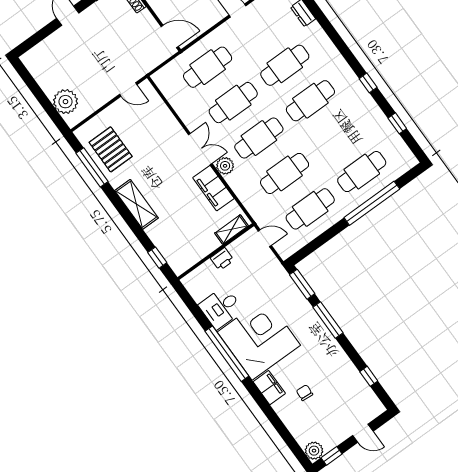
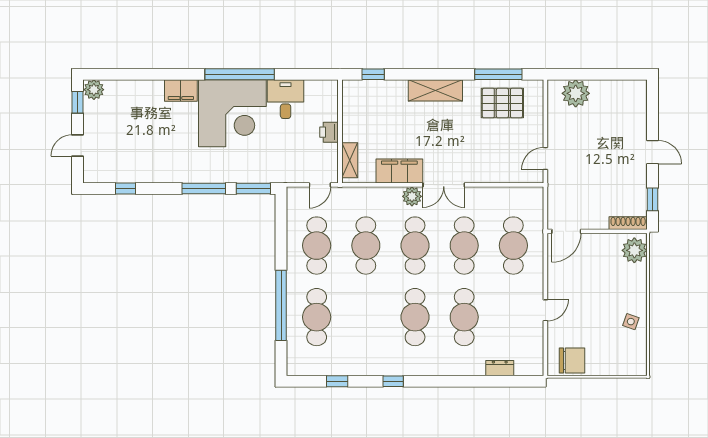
chair: (305, 393) -> (153, 119), removed

